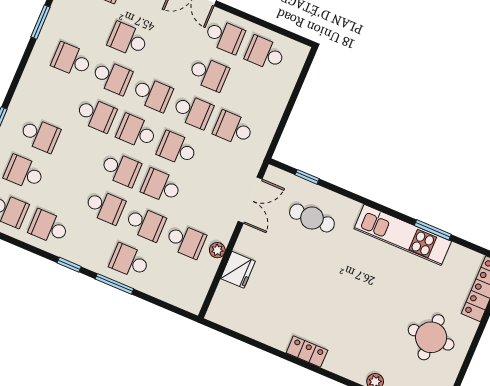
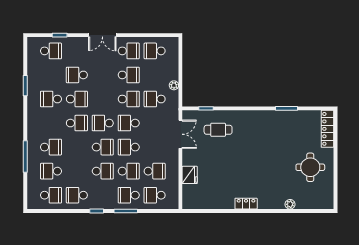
school desk: (152, 94) -> (155, 195), moved, turned 180
kitchen unit: (403, 235) -> (271, 118), removed
plant: (217, 250) -> (174, 85), moved

